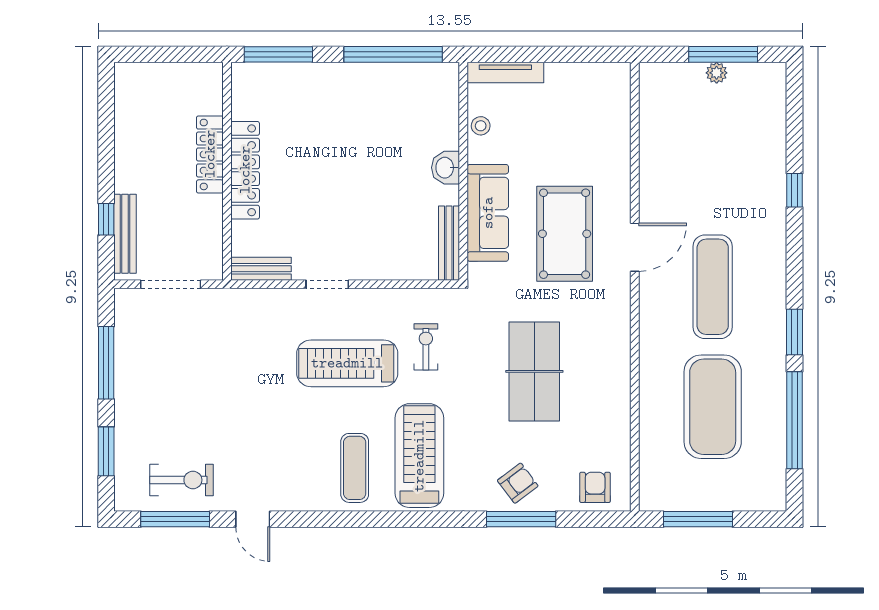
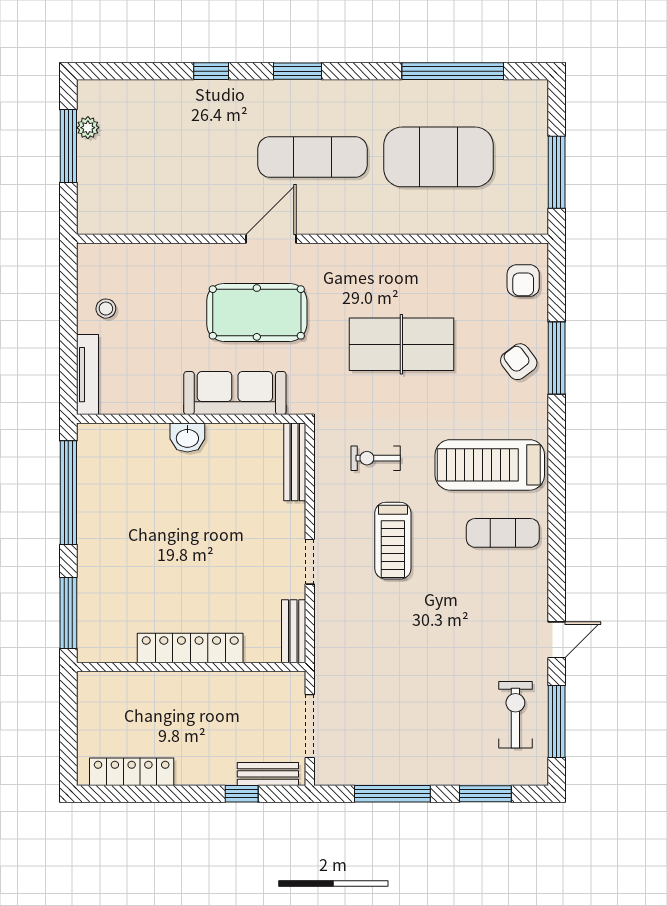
plant: (717, 73) -> (88, 128), moved
stool: (481, 126) -> (106, 309), moved
locker: (210, 154) -> (132, 772), moved, turned 180
bench: (125, 234) -> (268, 774), width x0.73
bench: (449, 243) -> (295, 462), moved, turned 90
door: (635, 247) -> (271, 239), hinge flipped
window: (794, 332) -> (297, 71), moved
treadmill: (347, 363) -> (393, 541), width x0.73, depth x0.73
armchair: (595, 487) -> (523, 281), turned -90

